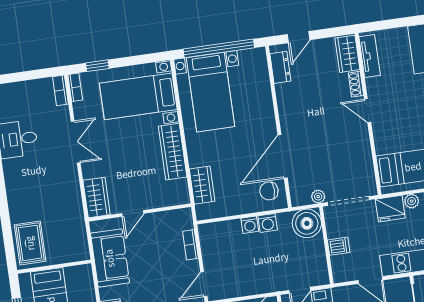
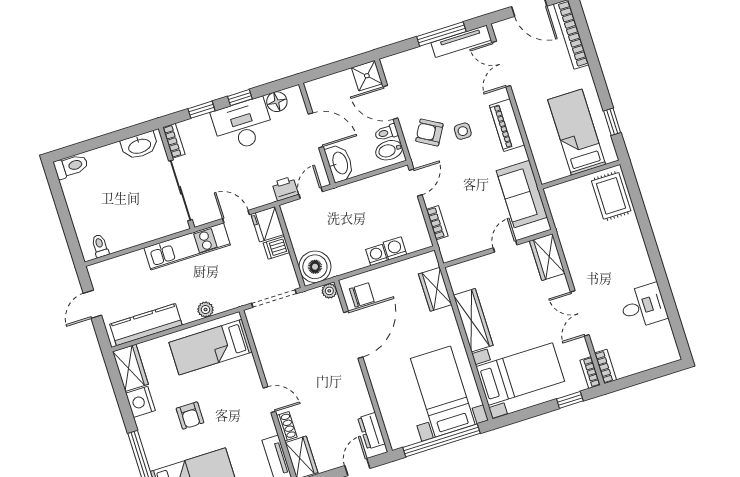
plant: (318, 197) -> (329, 291), moved
fridge: (390, 209) -> (267, 224), moved, turned -90
washing machine: (268, 223) -> (395, 248), moved

